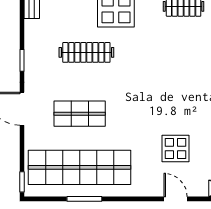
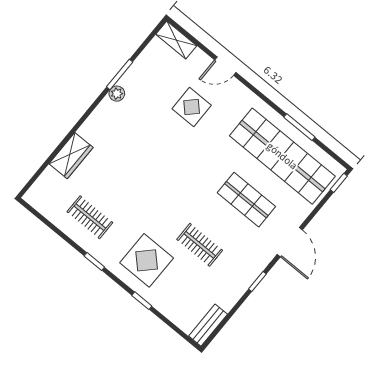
clothes rail: (86, 52) -> (200, 245), width x0.73
door: (176, 199) -> (225, 66), hinge flipped

